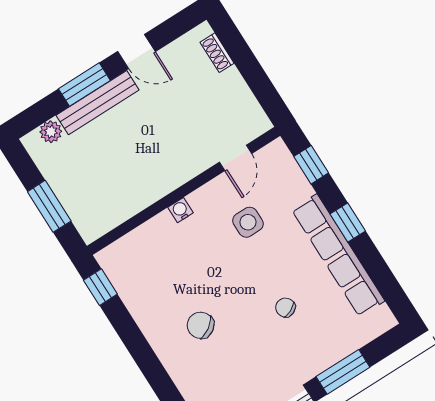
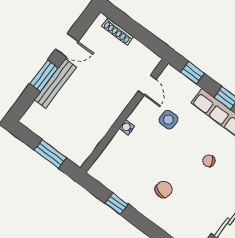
shoe rack: (217, 53) -> (117, 31), width x1.43
plant: (51, 132) -> (35, 110), removed
window: (100, 287) -> (116, 204), moved
chair: (201, 325) -> (164, 190), turned 141

